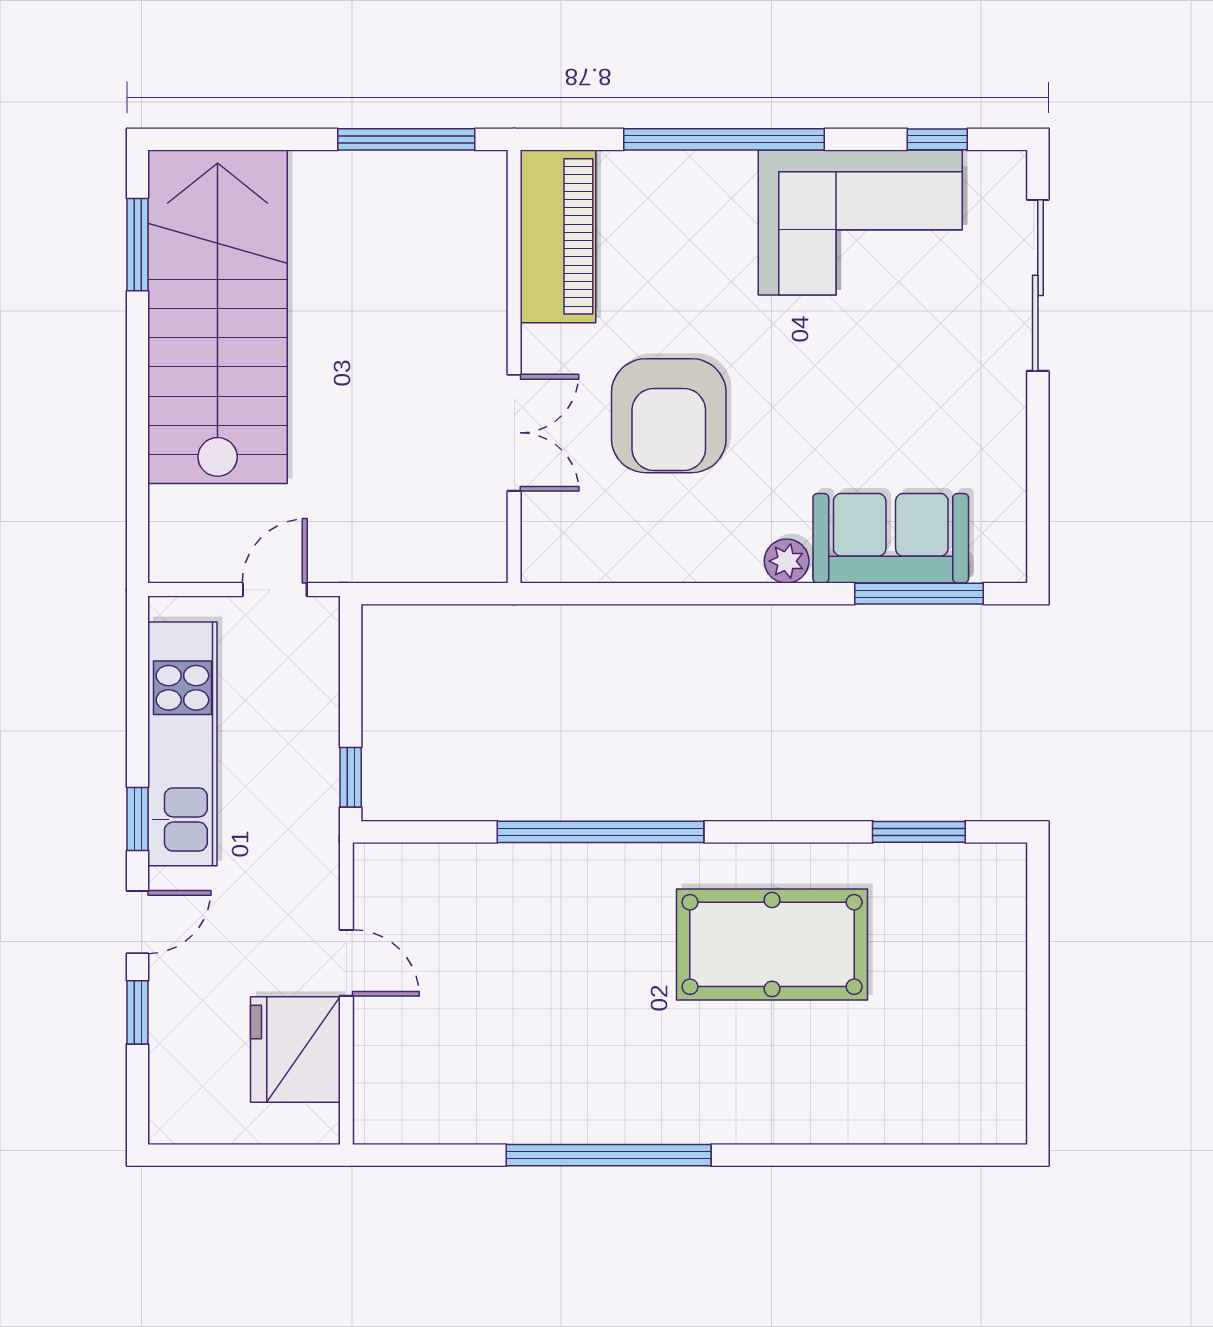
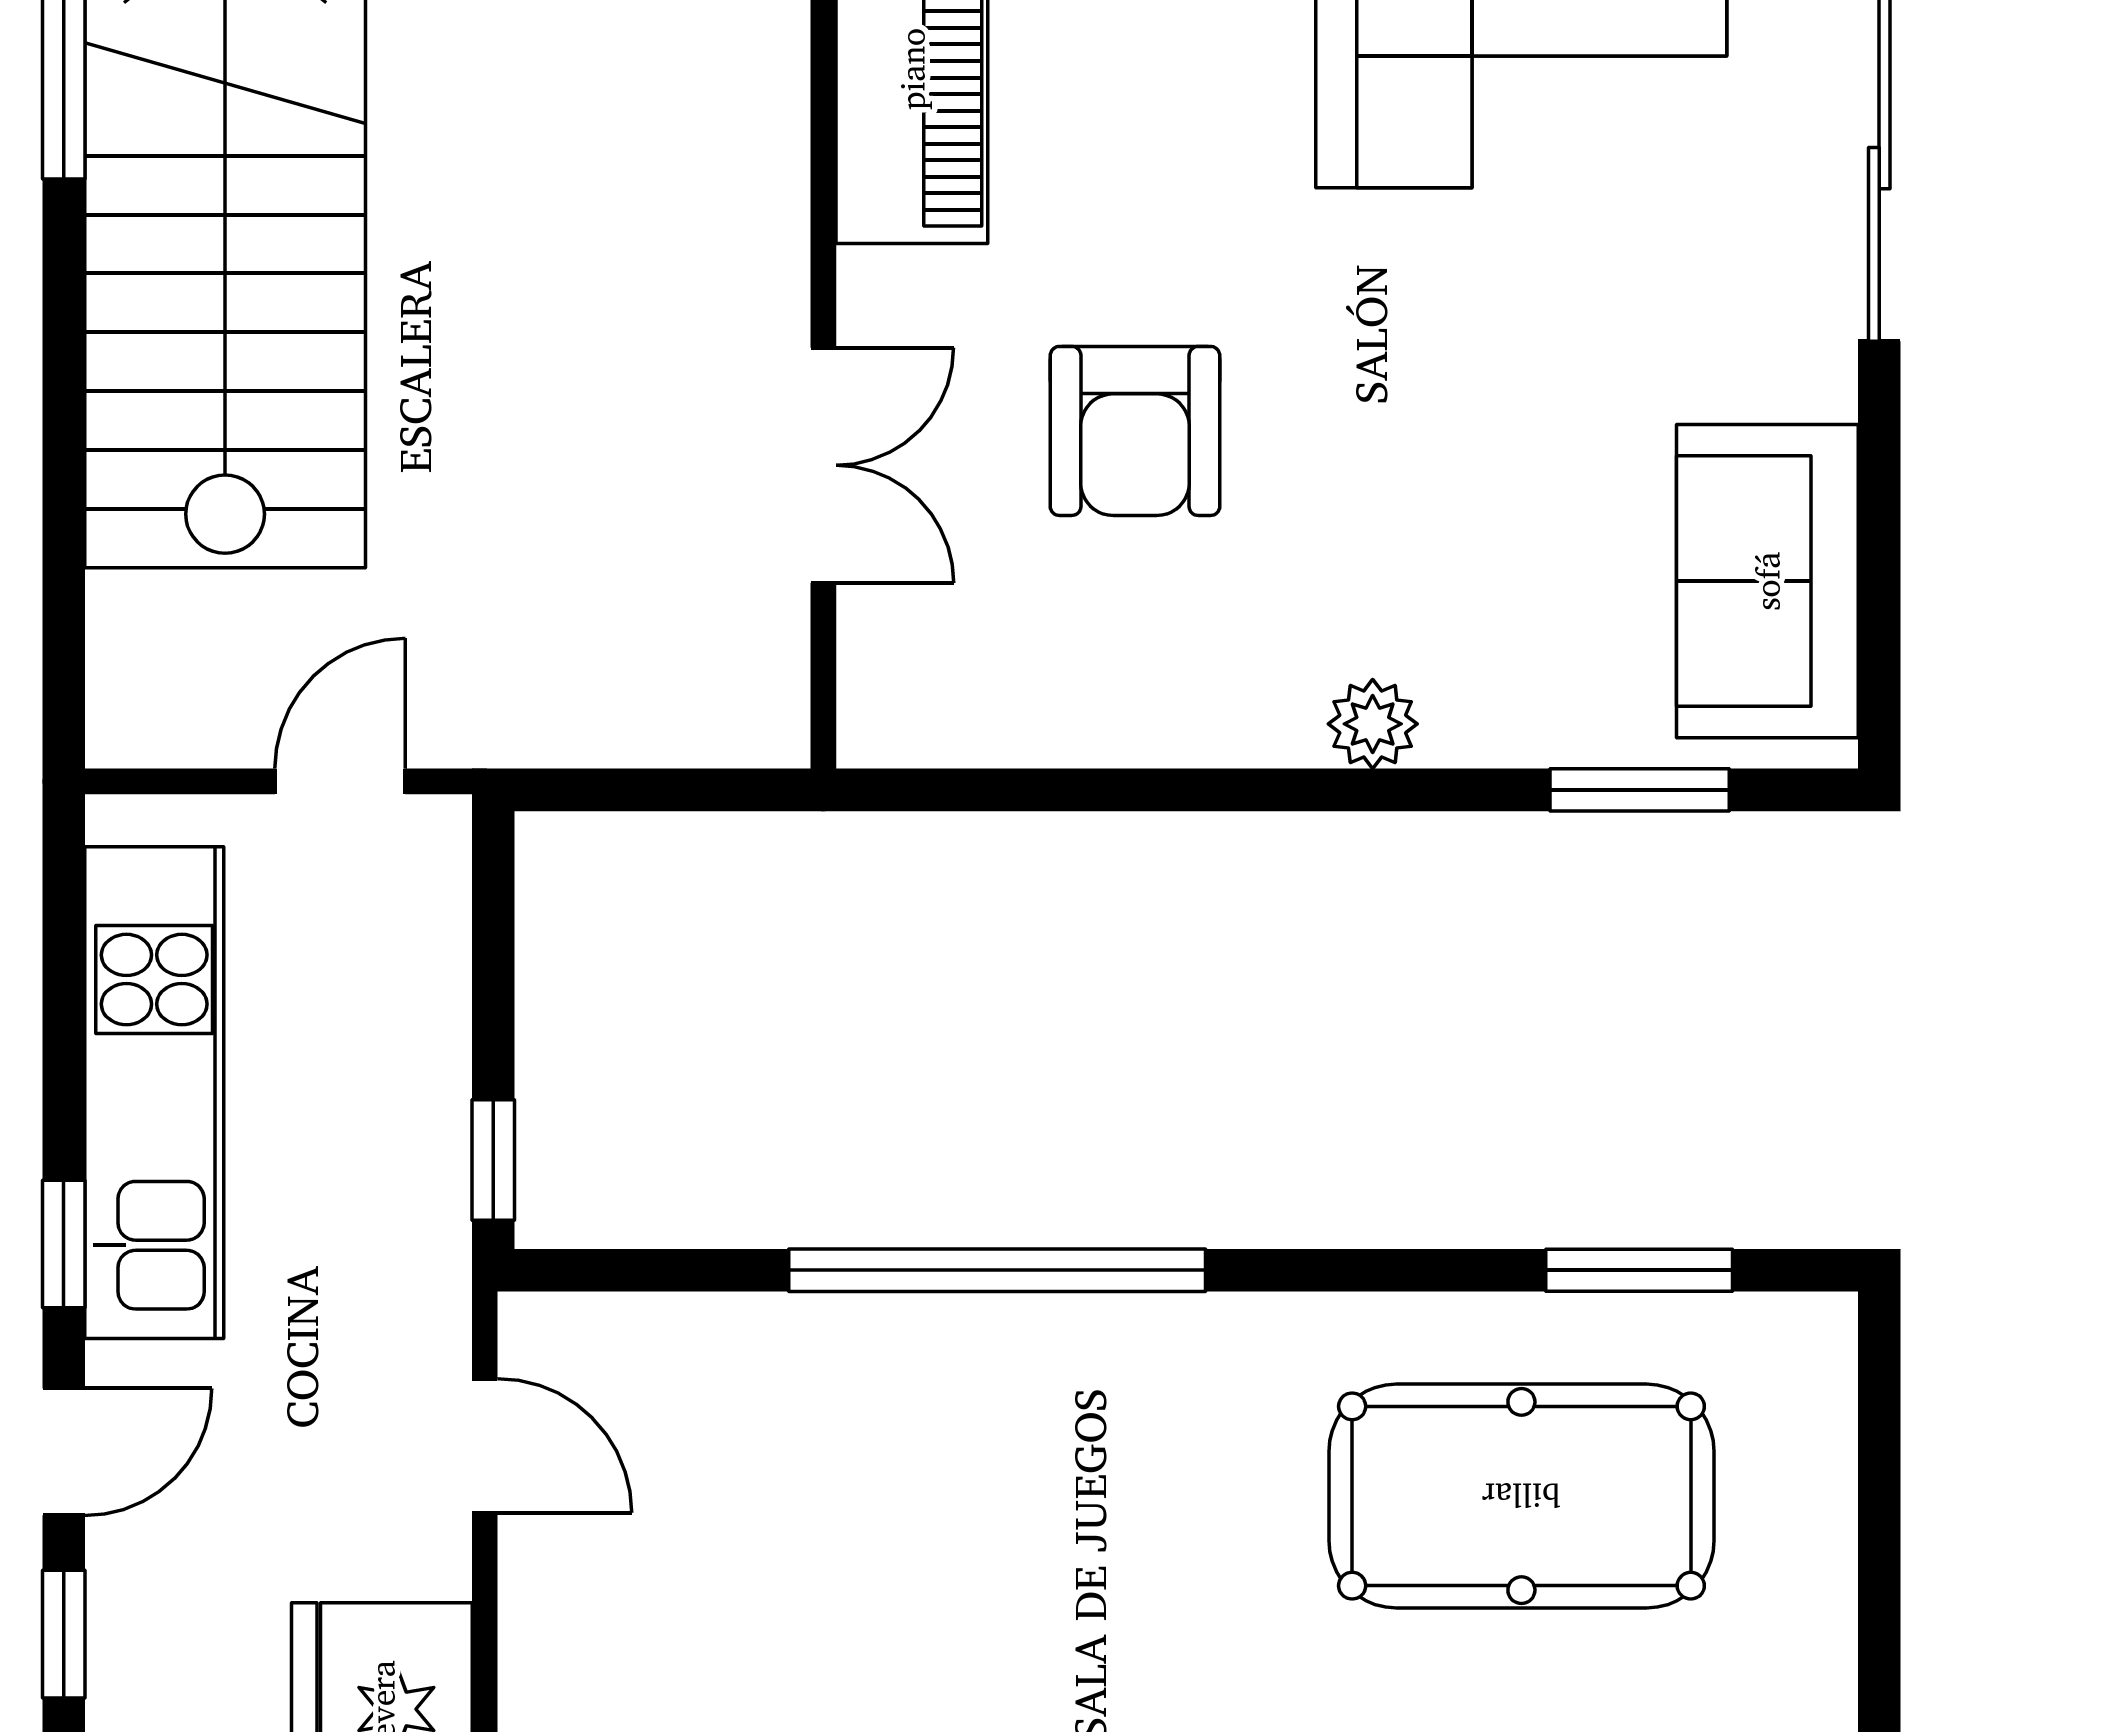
armchair: (669, 416) -> (1135, 431), width x0.73, depth x0.73
sofa: (891, 538) -> (1767, 581), moved, turned -90
window: (919, 594) -> (1640, 790), width x0.69
pool table: (772, 944) -> (1521, 1496), moved
door: (346, 963) -> (485, 1446), moved

